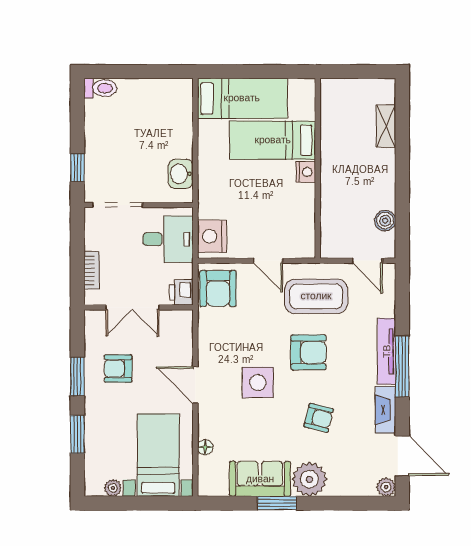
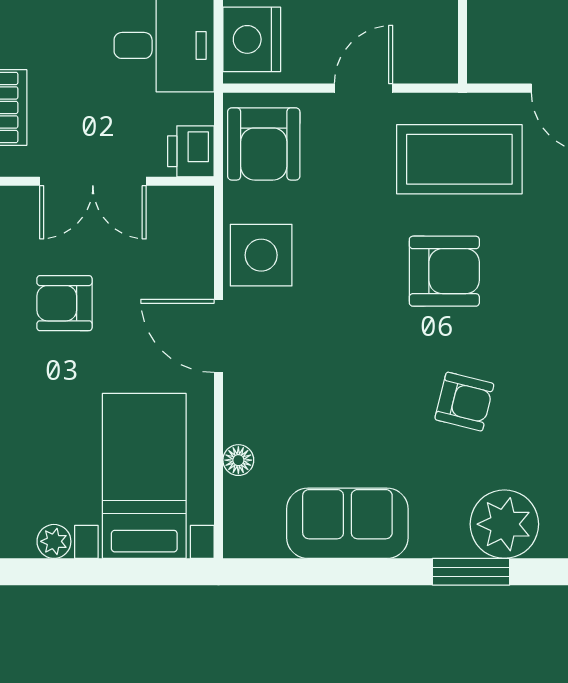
door: (268, 261) -> (364, 88), swing flipped
side table: (258, 382) -> (261, 255), moved
plant: (309, 479) -> (504, 524), moved
window: (277, 503) -> (471, 572), moved

